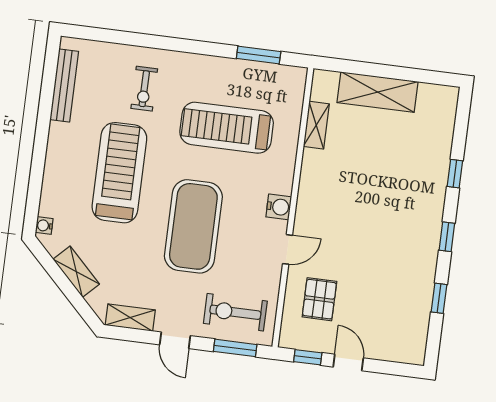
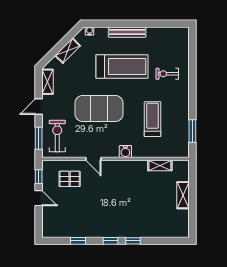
bench: (64, 86) -> (127, 32), moved
shelving: (378, 92) -> (183, 195), width x0.67, depth x0.75
treadmill: (227, 128) -> (153, 119), width x0.73, depth x0.73
window: (455, 174) -> (133, 241), moved
water cooler: (279, 207) -> (125, 152), moved
door: (348, 362) -> (39, 198), hinge flipped

